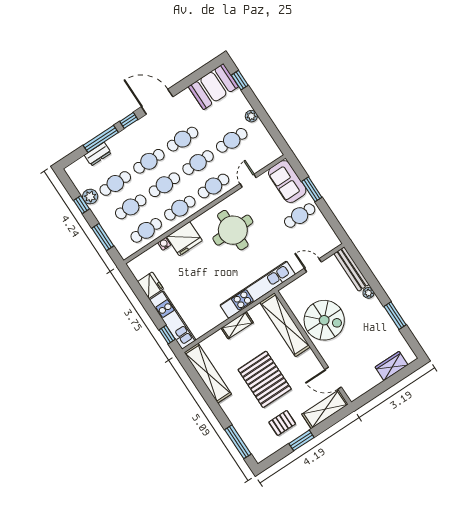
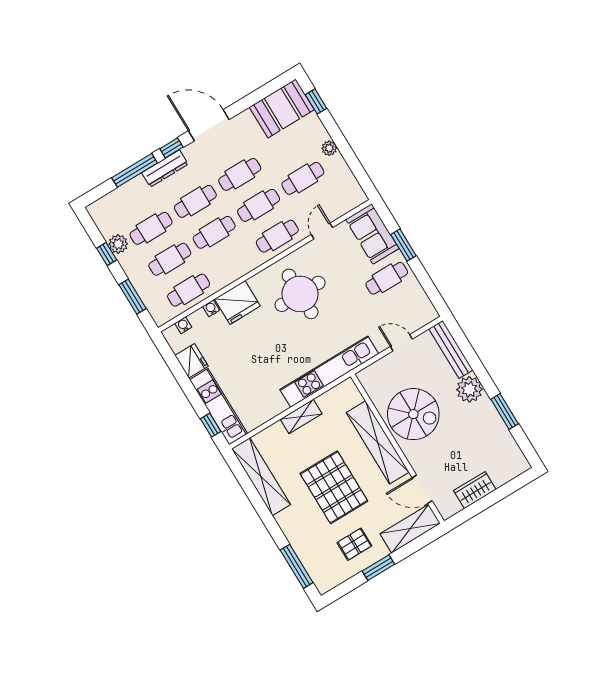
dresser: (98, 154) -> (165, 168), moved, width x1.44
cafe table: (180, 208) -> (233, 263), removed
water cooler: (143, 258) -> (183, 325), added
plant: (368, 293) -> (469, 389), width x1.87, depth x1.87
shelving: (285, 325) -> (378, 442), moved
wardrobe: (392, 366) -> (475, 490), moved

